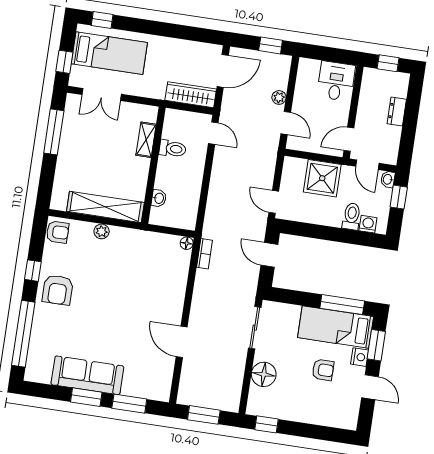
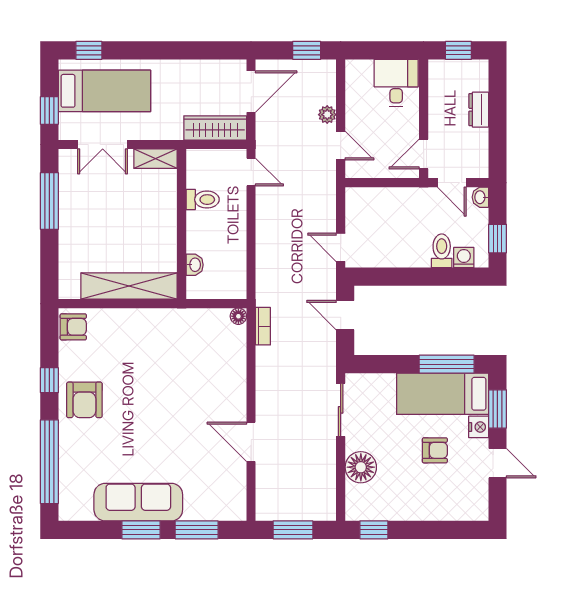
shelving: (146, 140) -> (155, 159), moved, turned 90
shower: (322, 178) -> (397, 208), removed
window: (399, 197) -> (497, 239), moved
plant: (102, 231) -> (129, 318), removed

